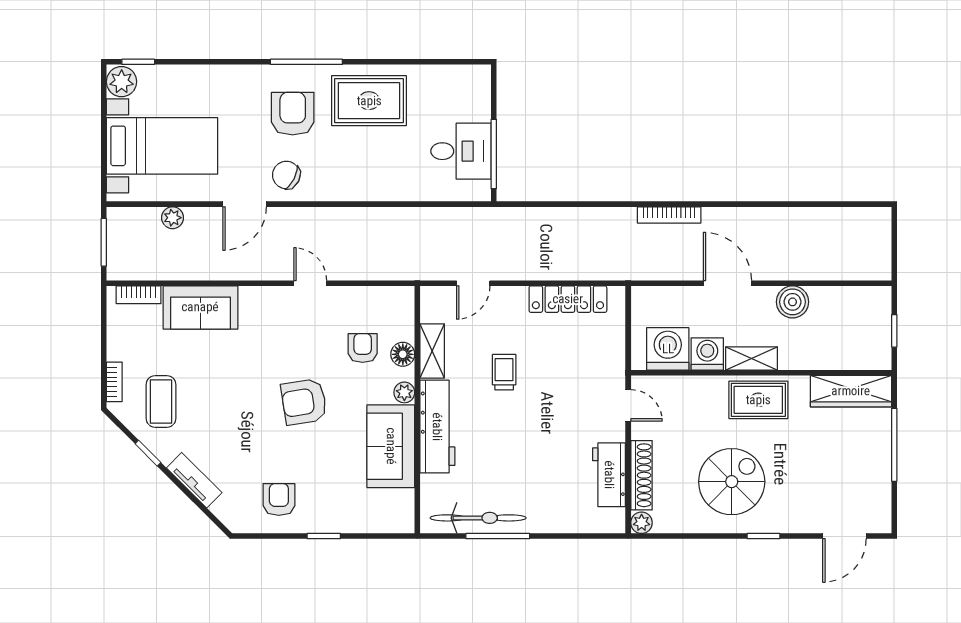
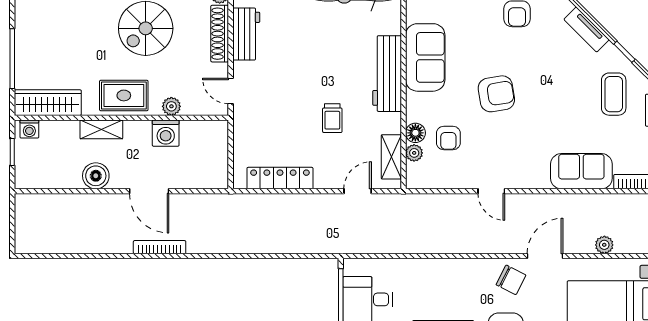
bookcase: (669, 215) -> (160, 247), moved
washing machine: (668, 349) -> (29, 129), moved, width x0.53, depth x0.53
shelving: (432, 351) -> (391, 157), moved
shelving: (751, 358) -> (101, 129), moved
plant: (700, 387) -> (171, 106), added
plant: (404, 392) -> (414, 153), moved

